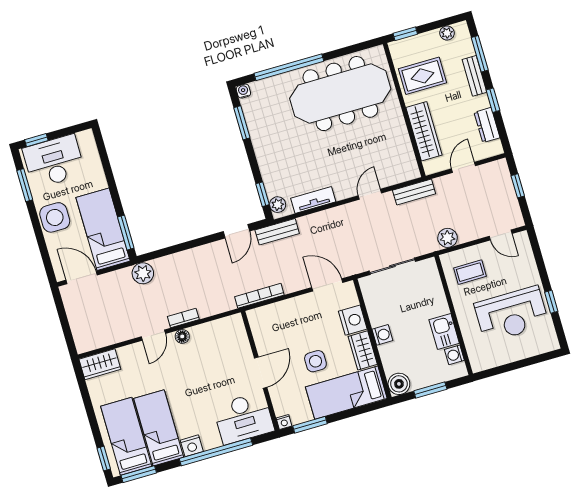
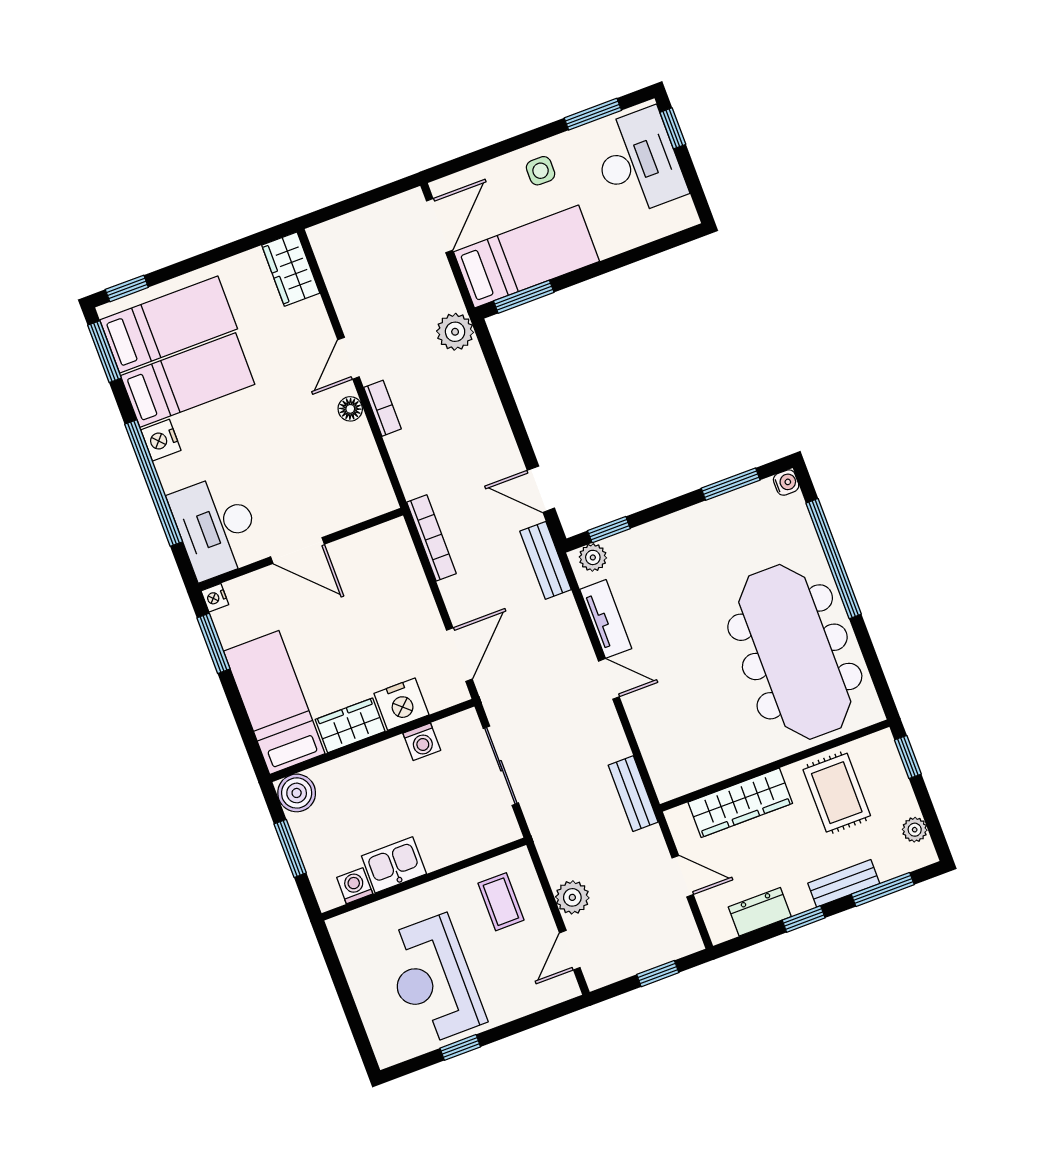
door: (370, 194) -> (609, 679), moved
side table: (55, 217) -> (541, 171), width x0.54, depth x0.54
plant: (447, 238) -> (572, 897), moved
door: (153, 335) -> (349, 358), hinge flipped
washing machine: (382, 335) -> (422, 742), moved
side table: (315, 361) -> (325, 644), removed

